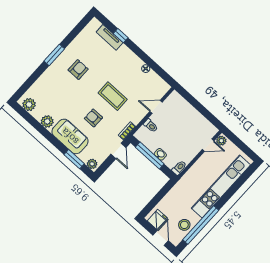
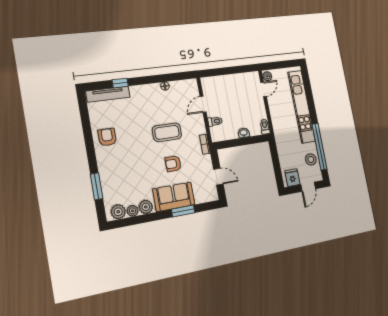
tv unit: (110, 37) -> (108, 94), width x1.41
window: (54, 55) -> (97, 186), moved
armchair: (78, 70) -> (107, 137), moved
door: (118, 151) -> (218, 177), moved
window: (150, 155) -> (238, 142), removed
window: (74, 159) -> (183, 211), moved
plant: (92, 164) -> (133, 211), moved
door: (161, 238) -> (308, 187), swing flipped

